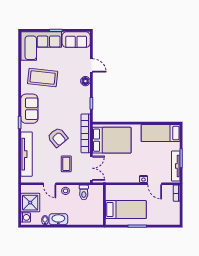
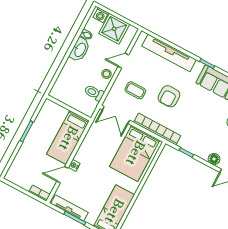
armchair: (58, 137) -> (169, 96), turned -50
bed: (126, 210) -> (68, 138), moved

